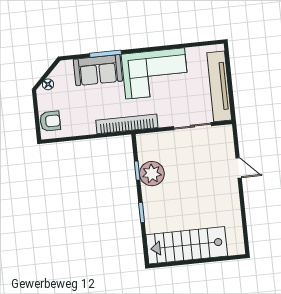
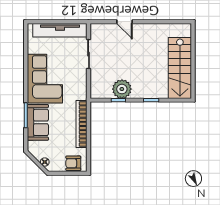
armchair: (50, 121) -> (73, 163), turned -90
bookcase: (127, 124) -> (82, 124), moved
door: (239, 168) -> (124, 22), swing flipped

